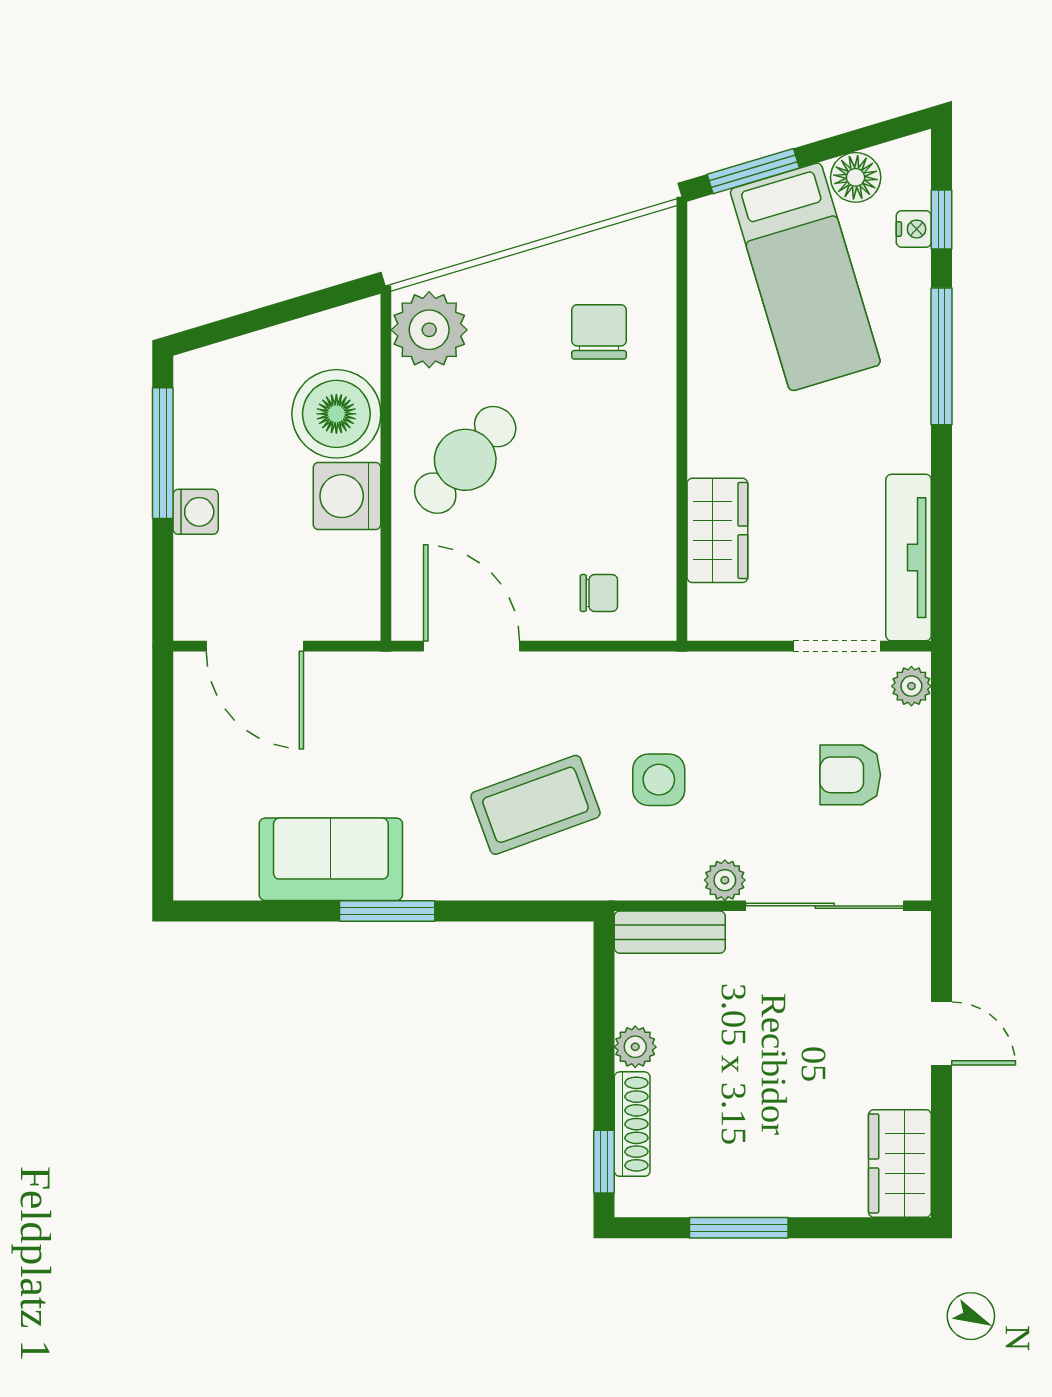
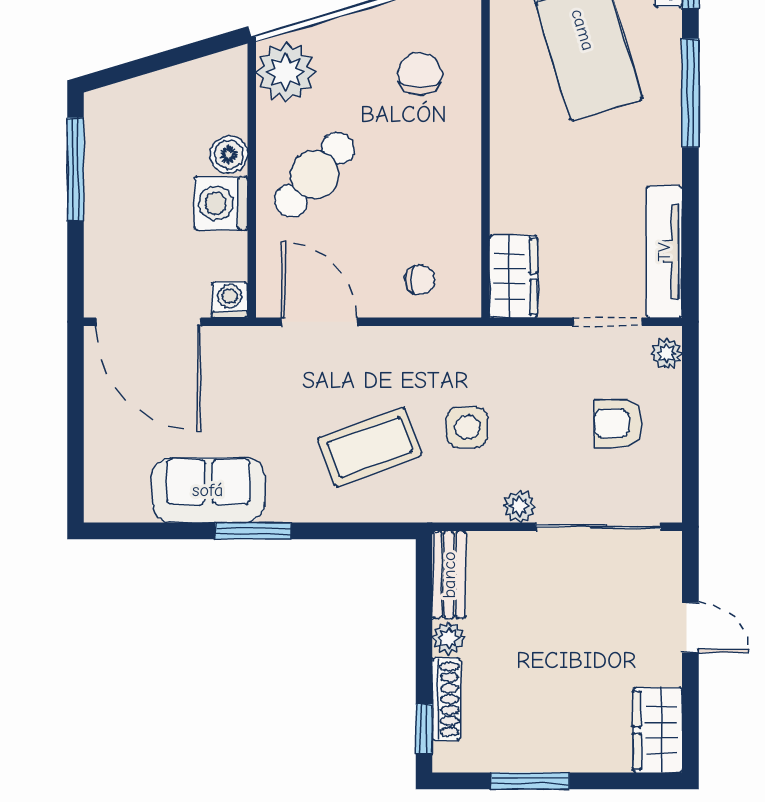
boiler: (336, 414) -> (229, 155), width x0.54, depth x0.54
washing machine: (196, 512) -> (230, 300), moved, turned -90
wardrobe: (717, 530) -> (513, 276), moved
door: (255, 646) -> (148, 322), width x1.36
bench: (670, 932) -> (449, 575), moved, turned 90

